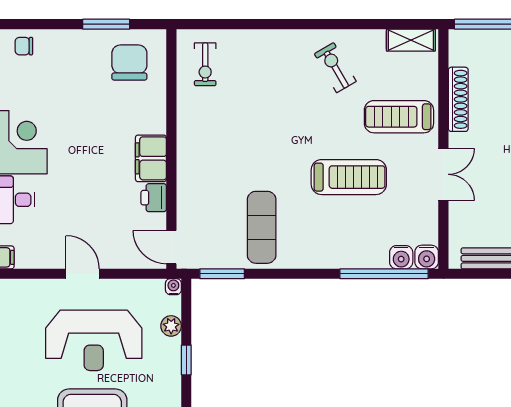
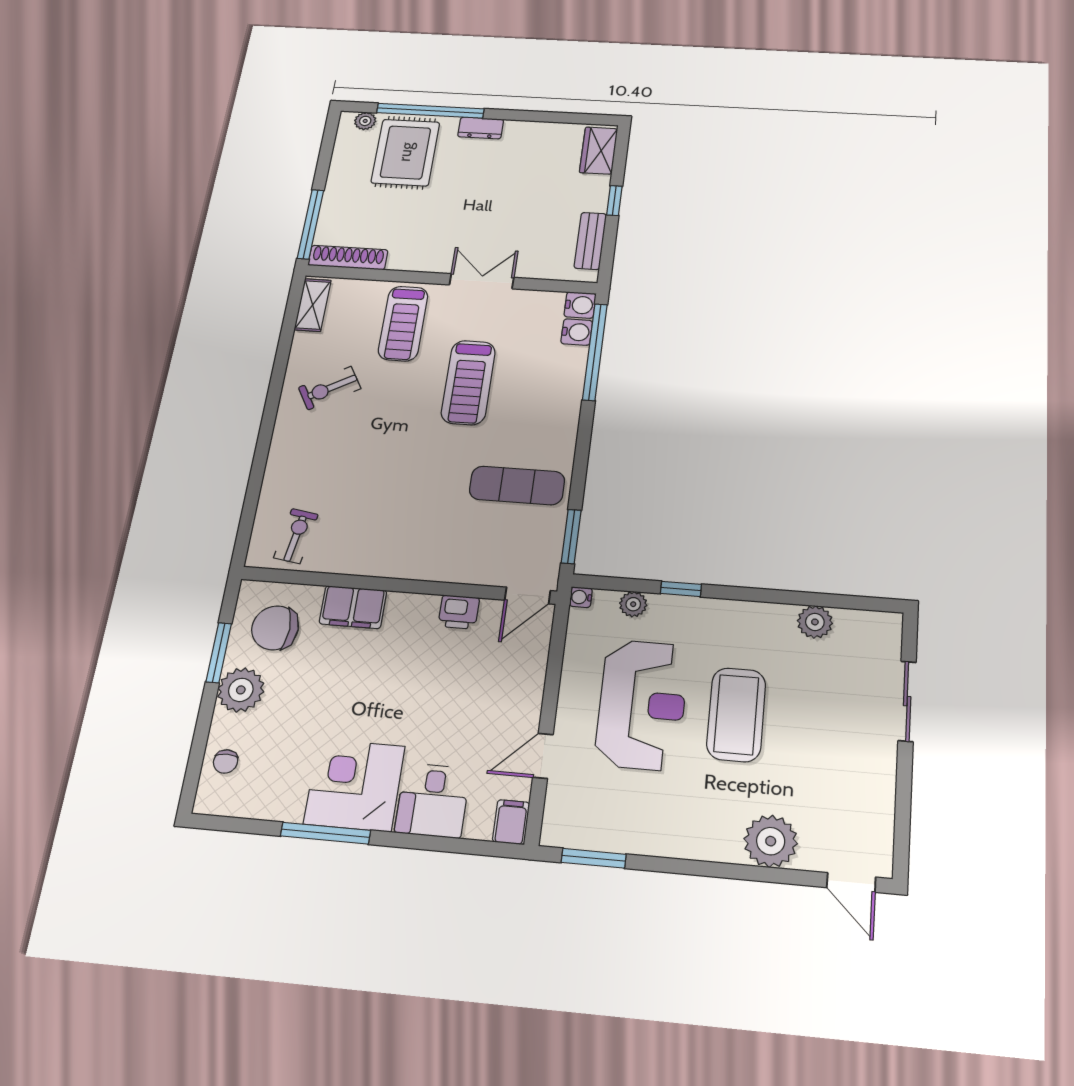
plant: (79, 46) -> (241, 690), added
exercise bike: (205, 64) -> (296, 536), turned -81
shoe rack: (458, 99) -> (348, 258), moved
filing cabinet: (151, 158) -> (353, 607), moved
treadmill: (349, 177) -> (468, 382), turned 180
door: (83, 274) -> (543, 756), moved

